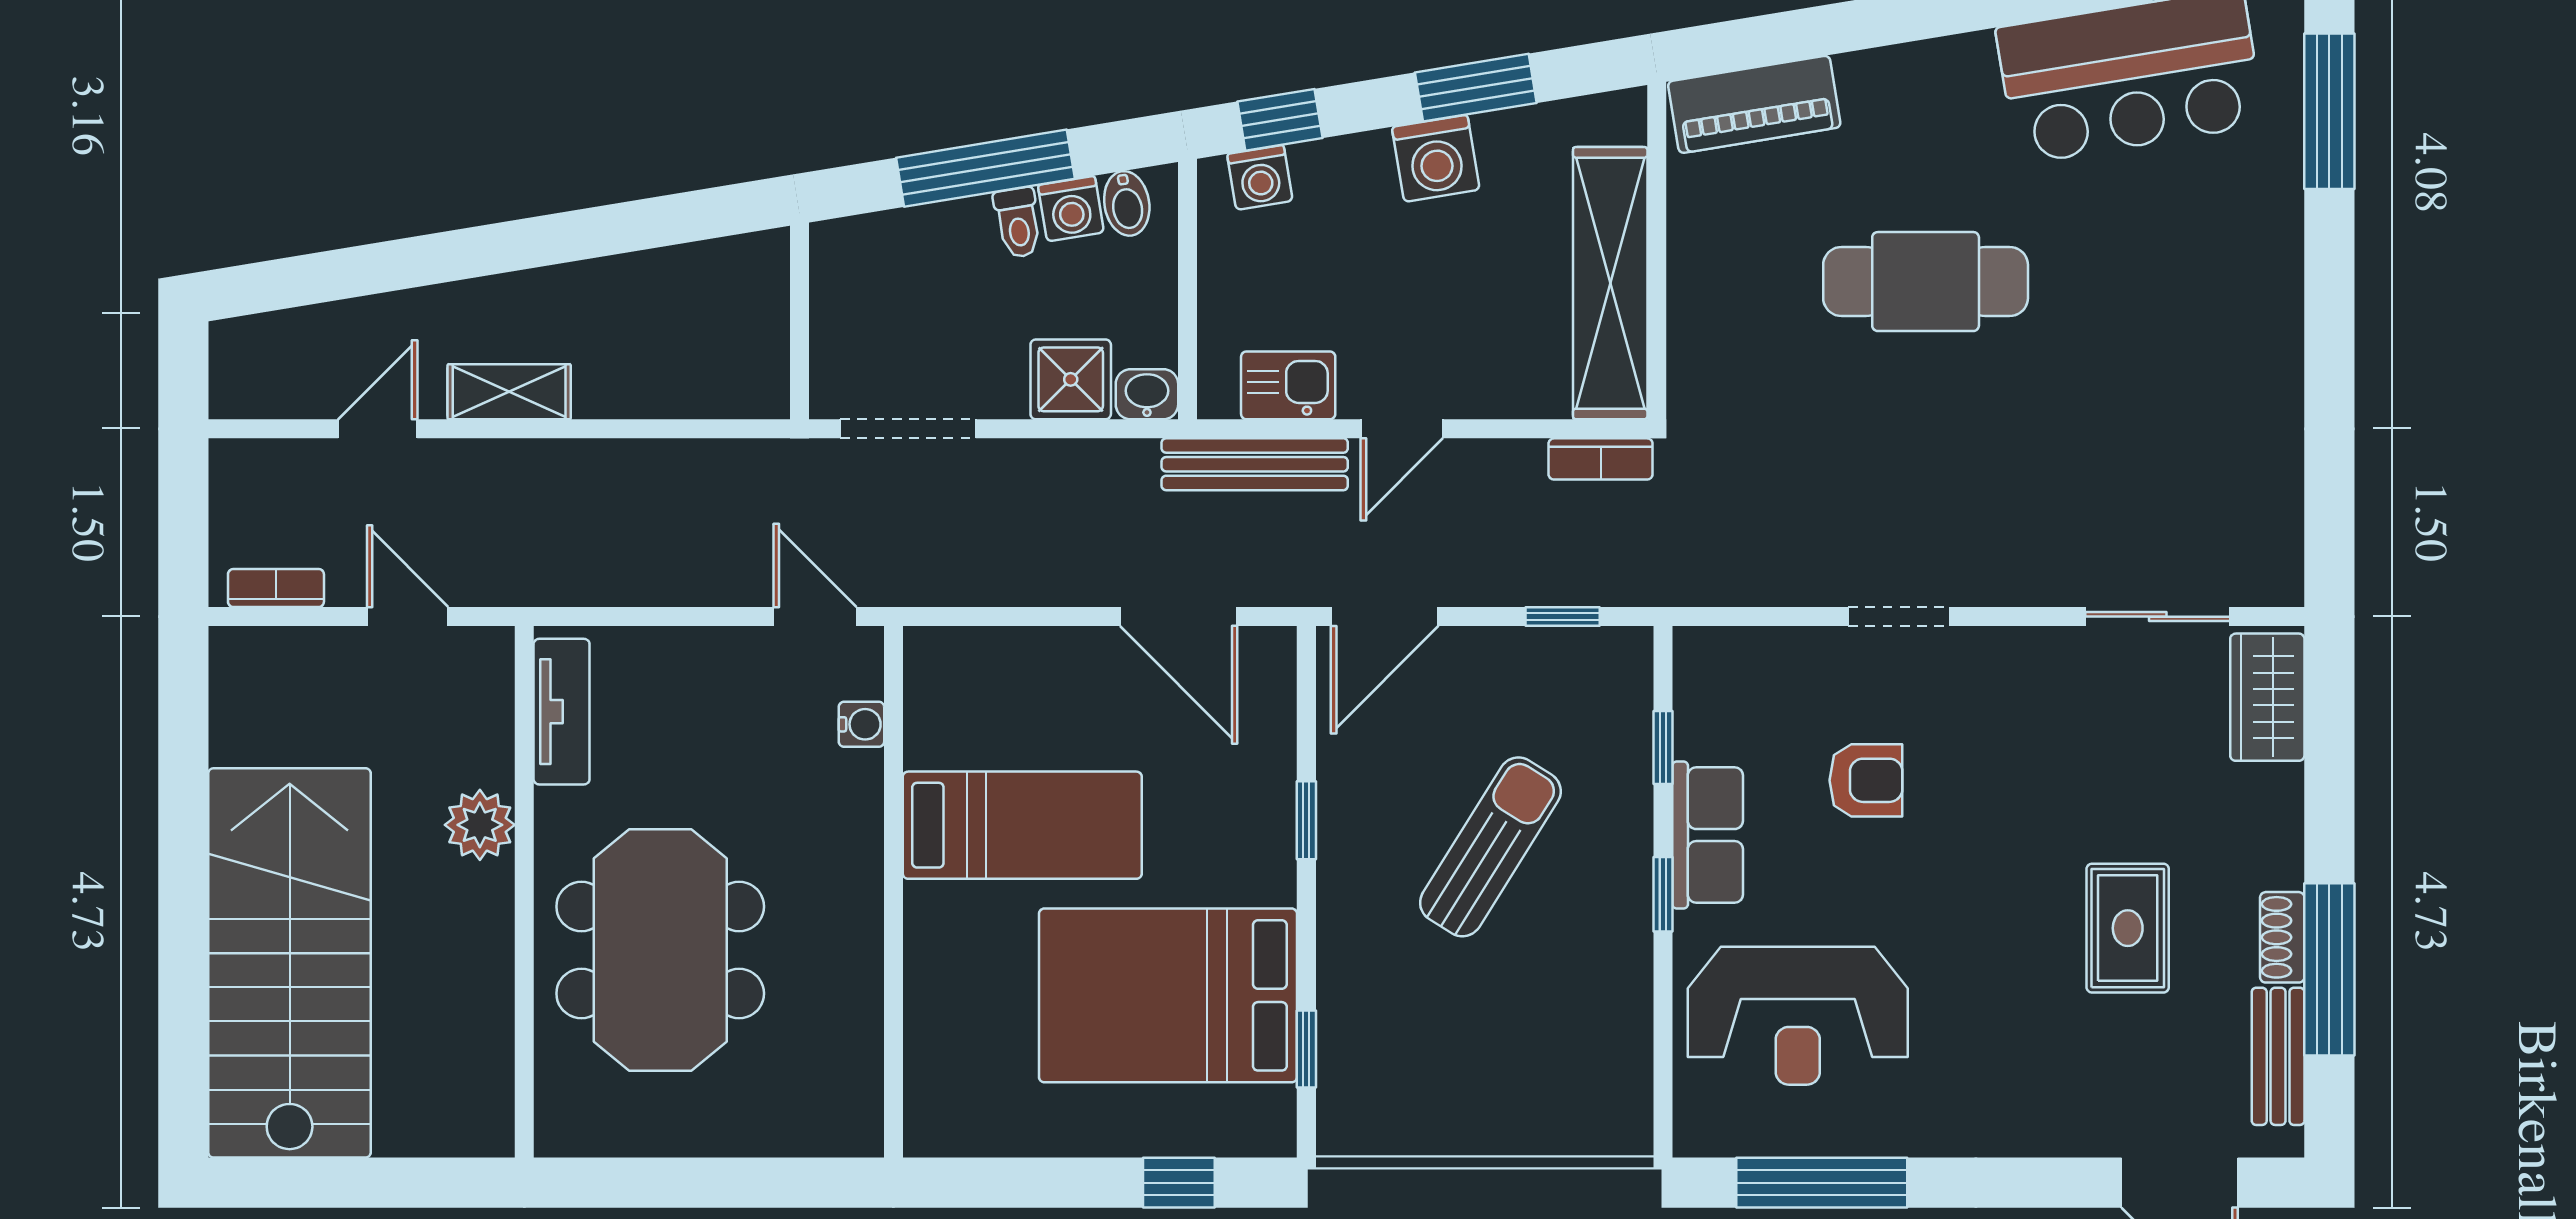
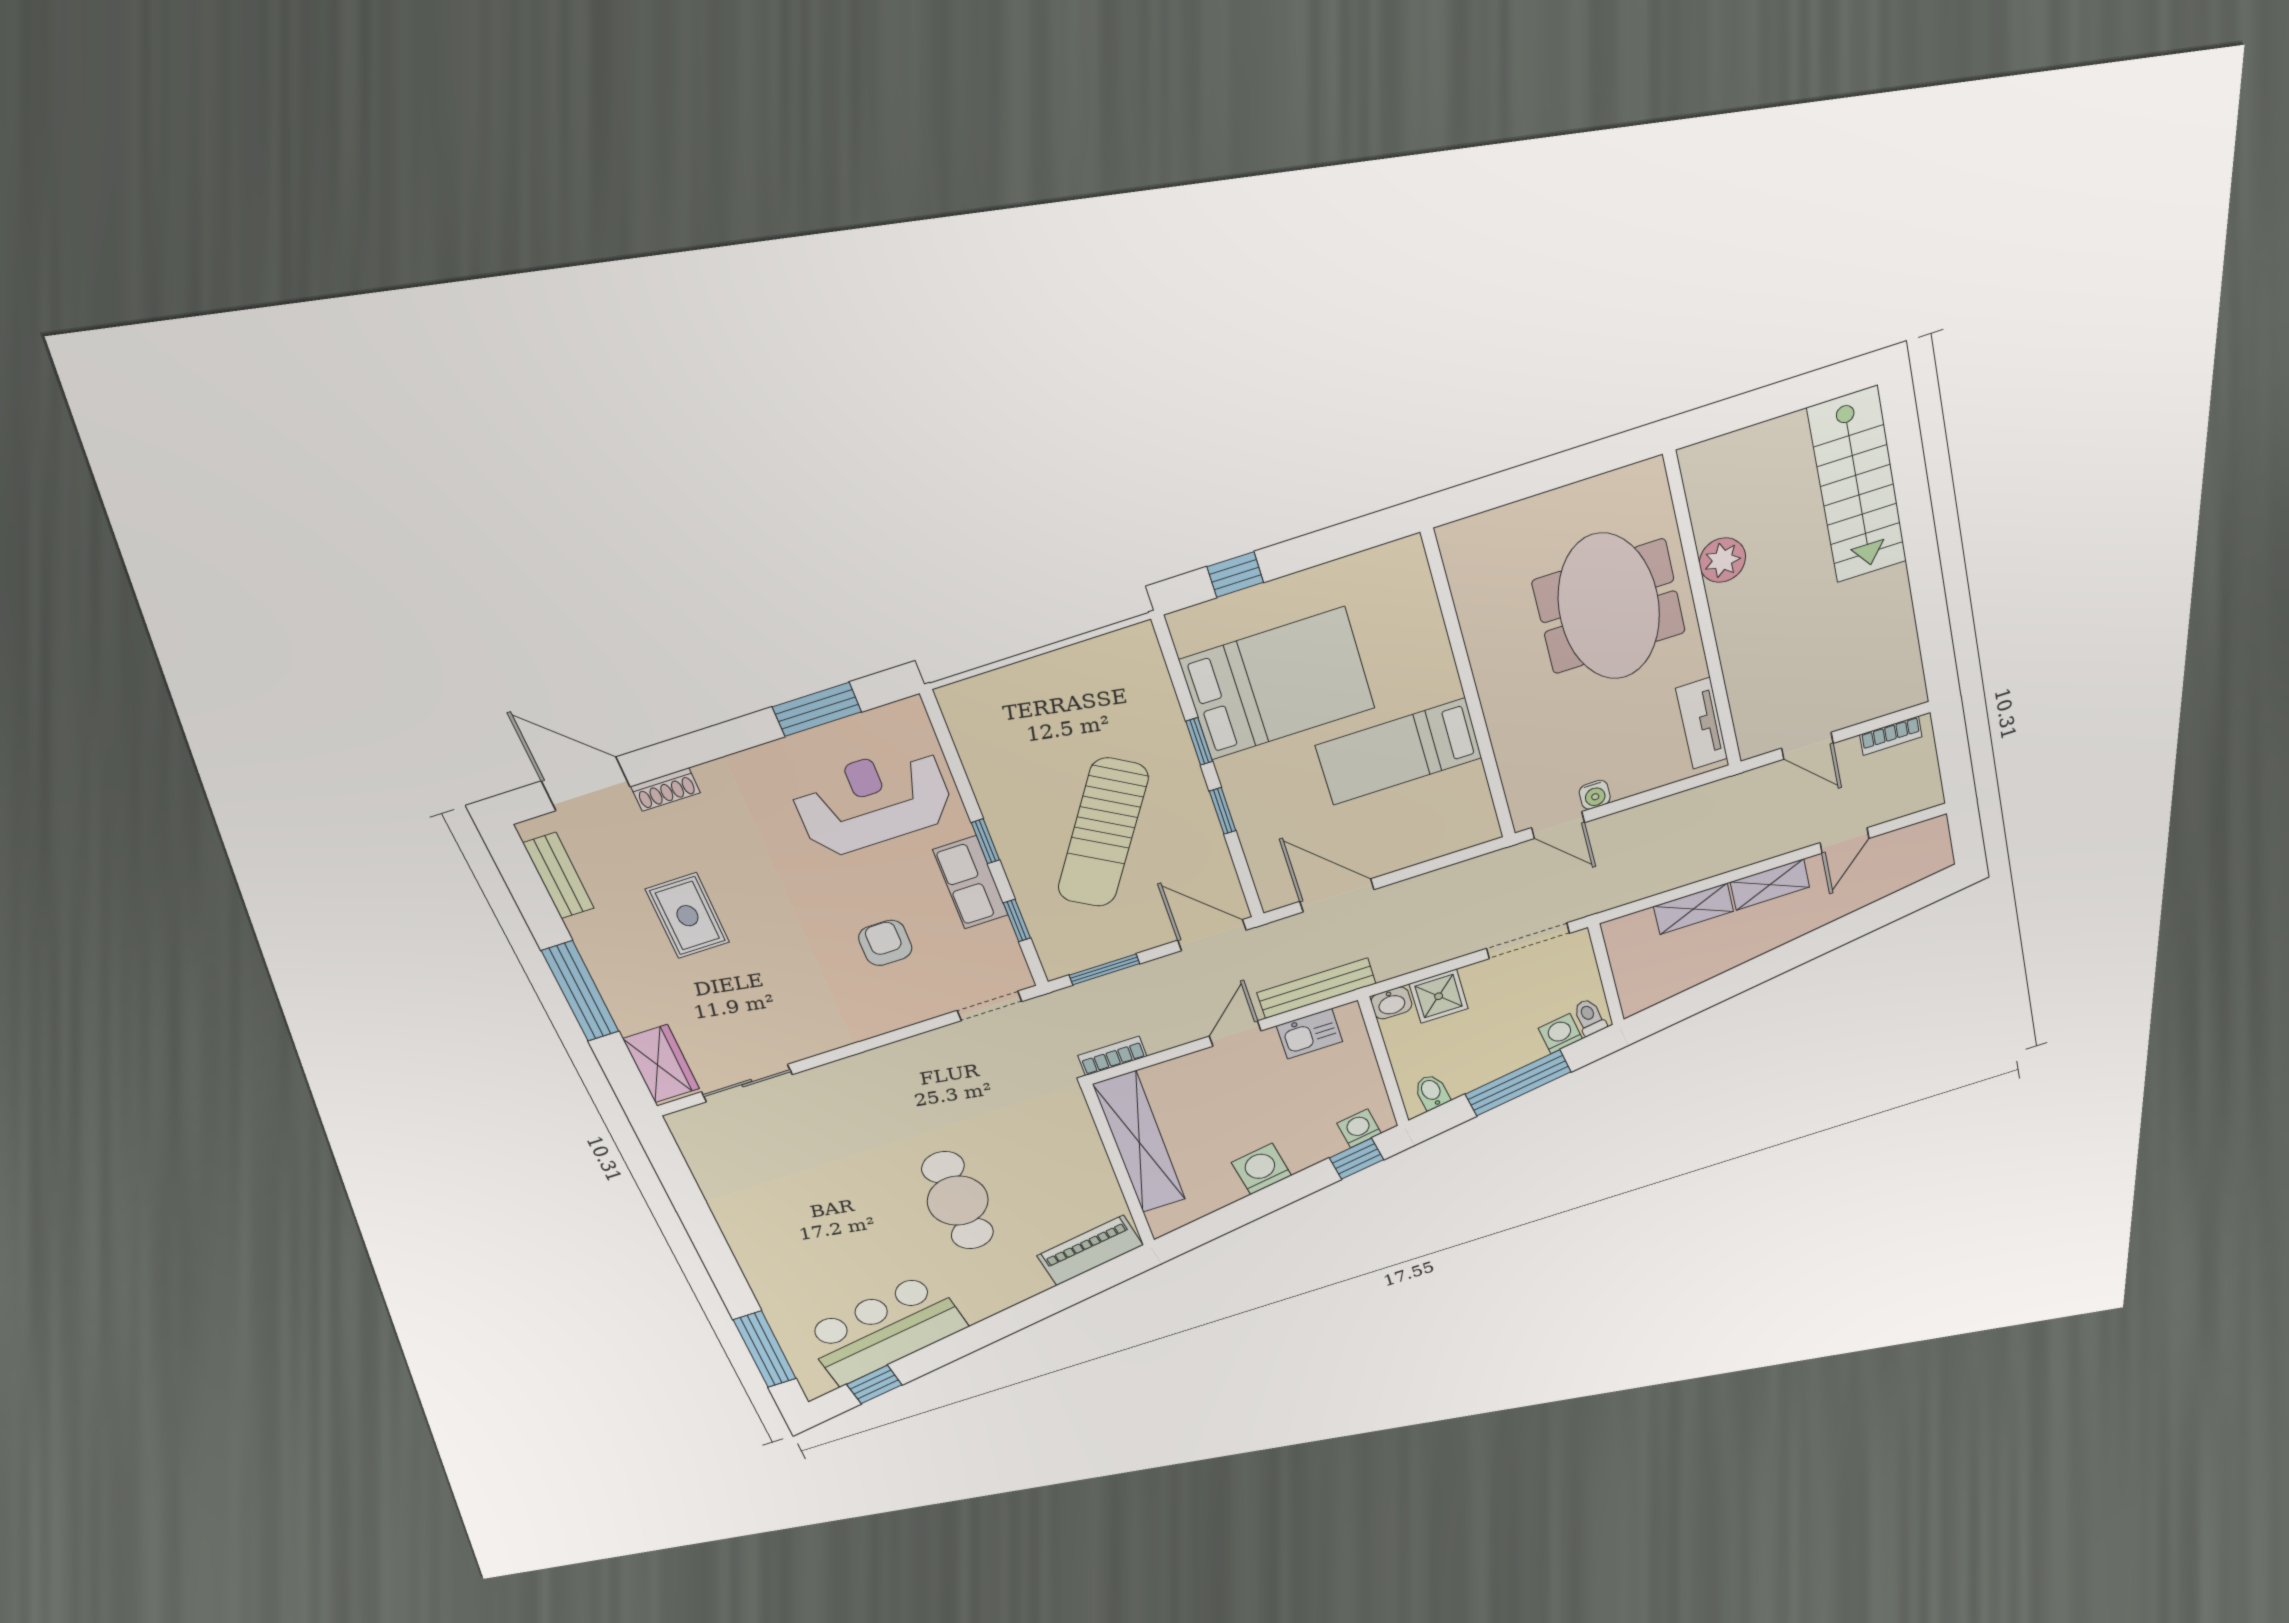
window: (1476, 88) -> (1250, 1208), removed
washing machine: (1071, 209) -> (1560, 1034), moved
toilet: (1018, 223) -> (1589, 1017), moved
cafe table: (1926, 282) -> (958, 1201), turned 90
shelving: (638, 392) -> (1693, 909), added
door: (1385, 617) -> (1212, 935), hinge flipped
window: (1563, 617) -> (1104, 969), width x1.50
doorway: (1899, 617) -> (989, 1006), moved
water cooler: (861, 724) -> (1595, 795), moved, turned -90
armchair: (1866, 780) -> (885, 943), turned 90
plant: (480, 825) -> (1722, 560), moved
sun lounger: (1490, 847) -> (1103, 833), width x1.36, depth x1.34
shoe rack: (2282, 937) -> (665, 790), moved, turned 90
stairs: (290, 963) -> (1857, 485), width x0.73, depth x0.66
window: (2329, 969) -> (580, 991), moved
window: (1306, 1049) -> (1199, 741), moved
window: (1822, 1183) -> (817, 709), width x0.69

